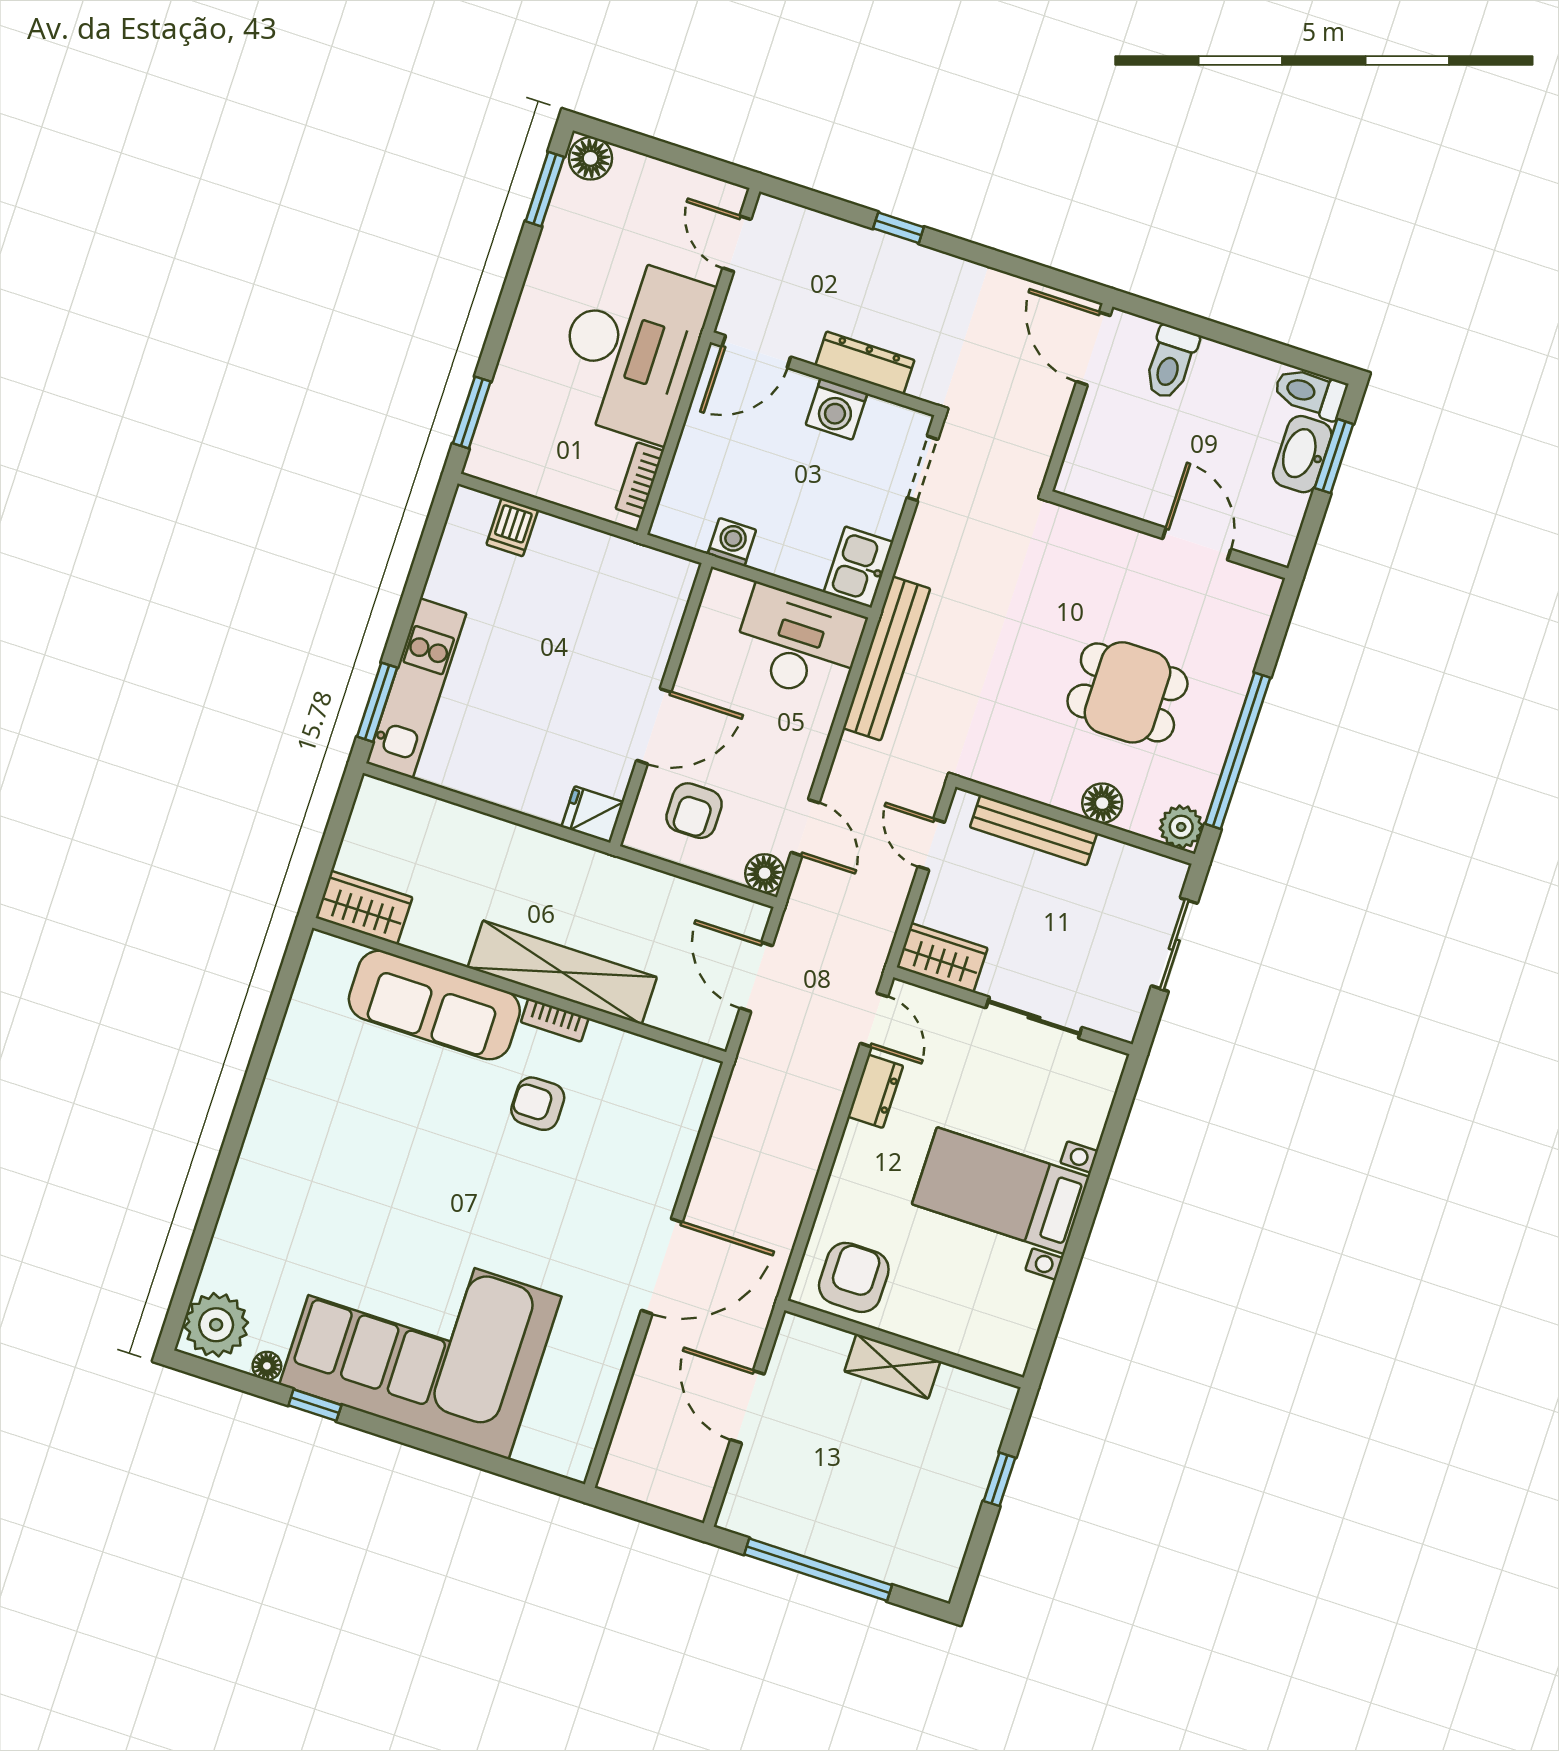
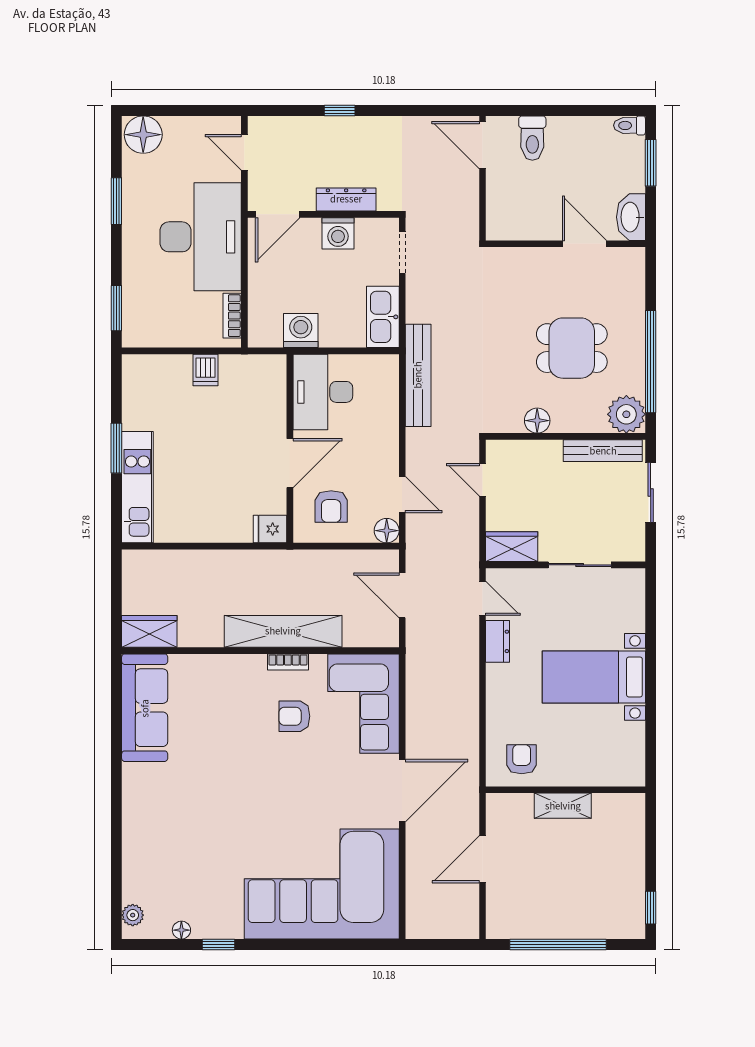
floor lamp: (590, 158) -> (143, 135), width x1.38, depth x1.38
window: (545, 189) -> (116, 201), moved
toilet: (1310, 393) -> (630, 125), width x0.73, depth x0.72
washbasin: (1302, 454) -> (631, 217), moved
dishwasher: (512, 527) -> (206, 370), moved
washing machine: (732, 542) -> (301, 331), width x1.38, depth x1.38
kitchen sink: (858, 567) -> (383, 317), width x1.38
desk: (798, 643) -> (323, 392), moved, turned -90
window: (377, 702) -> (116, 448), moved
floor lamp: (1102, 803) -> (537, 421), moved
plant: (1181, 827) -> (626, 414), width x1.36, depth x1.36
bench: (1033, 830) -> (603, 451), moved
sofa: (434, 1005) -> (145, 708), moved, turned -90
corner sofa: (646, 1118) -> (363, 704), added
armchair: (854, 1277) -> (522, 759), width x0.72, depth x0.72
plant: (216, 1325) -> (133, 915), width x0.53, depth x0.53
corner sofa: (420, 1341) -> (322, 884), moved
door: (747, 1407) -> (483, 859), hinge flipped
window: (999, 1479) -> (651, 908), moved

